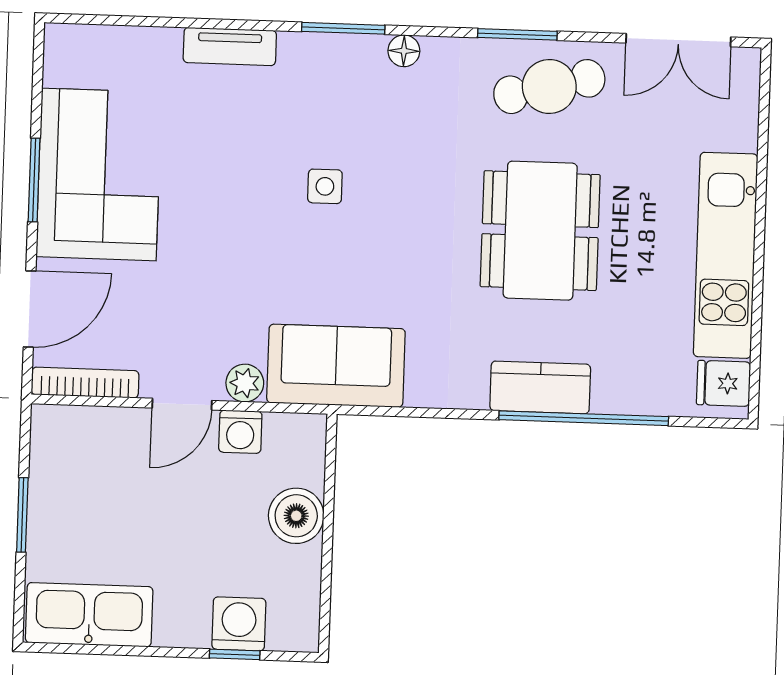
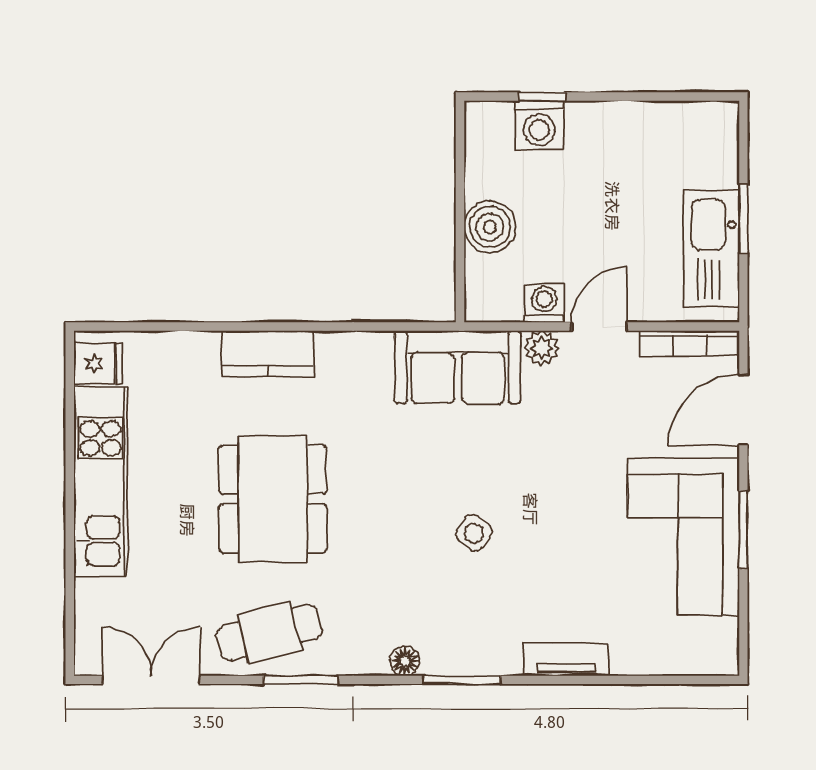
side table: (325, 186) -> (474, 533), turned 37
window: (584, 418) -> (227, 327), removed
kitchen sink: (89, 615) -> (711, 248), moved, turned 90

